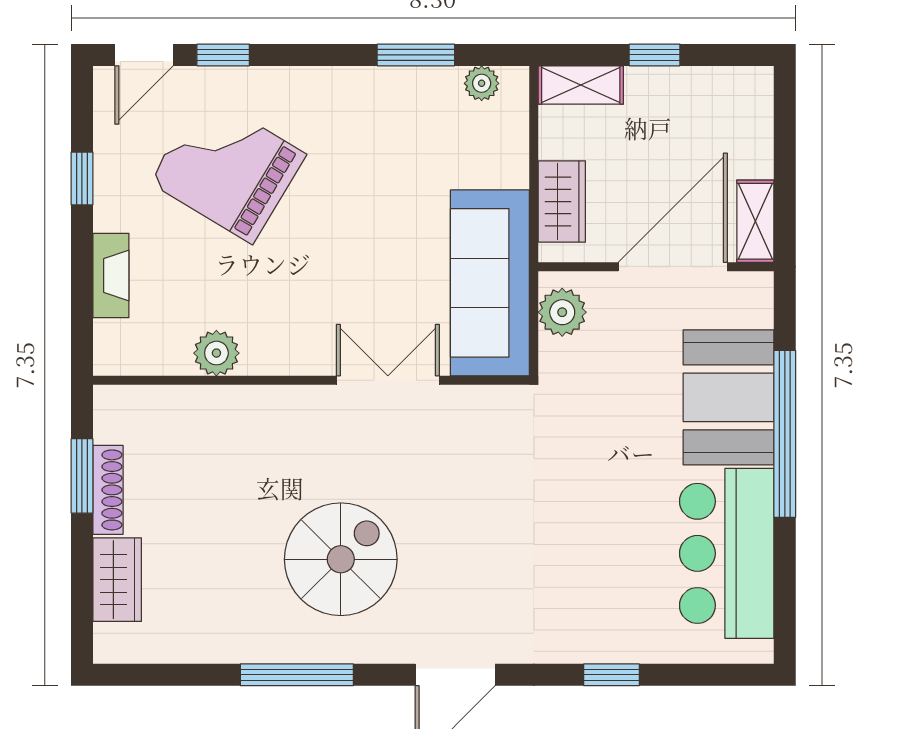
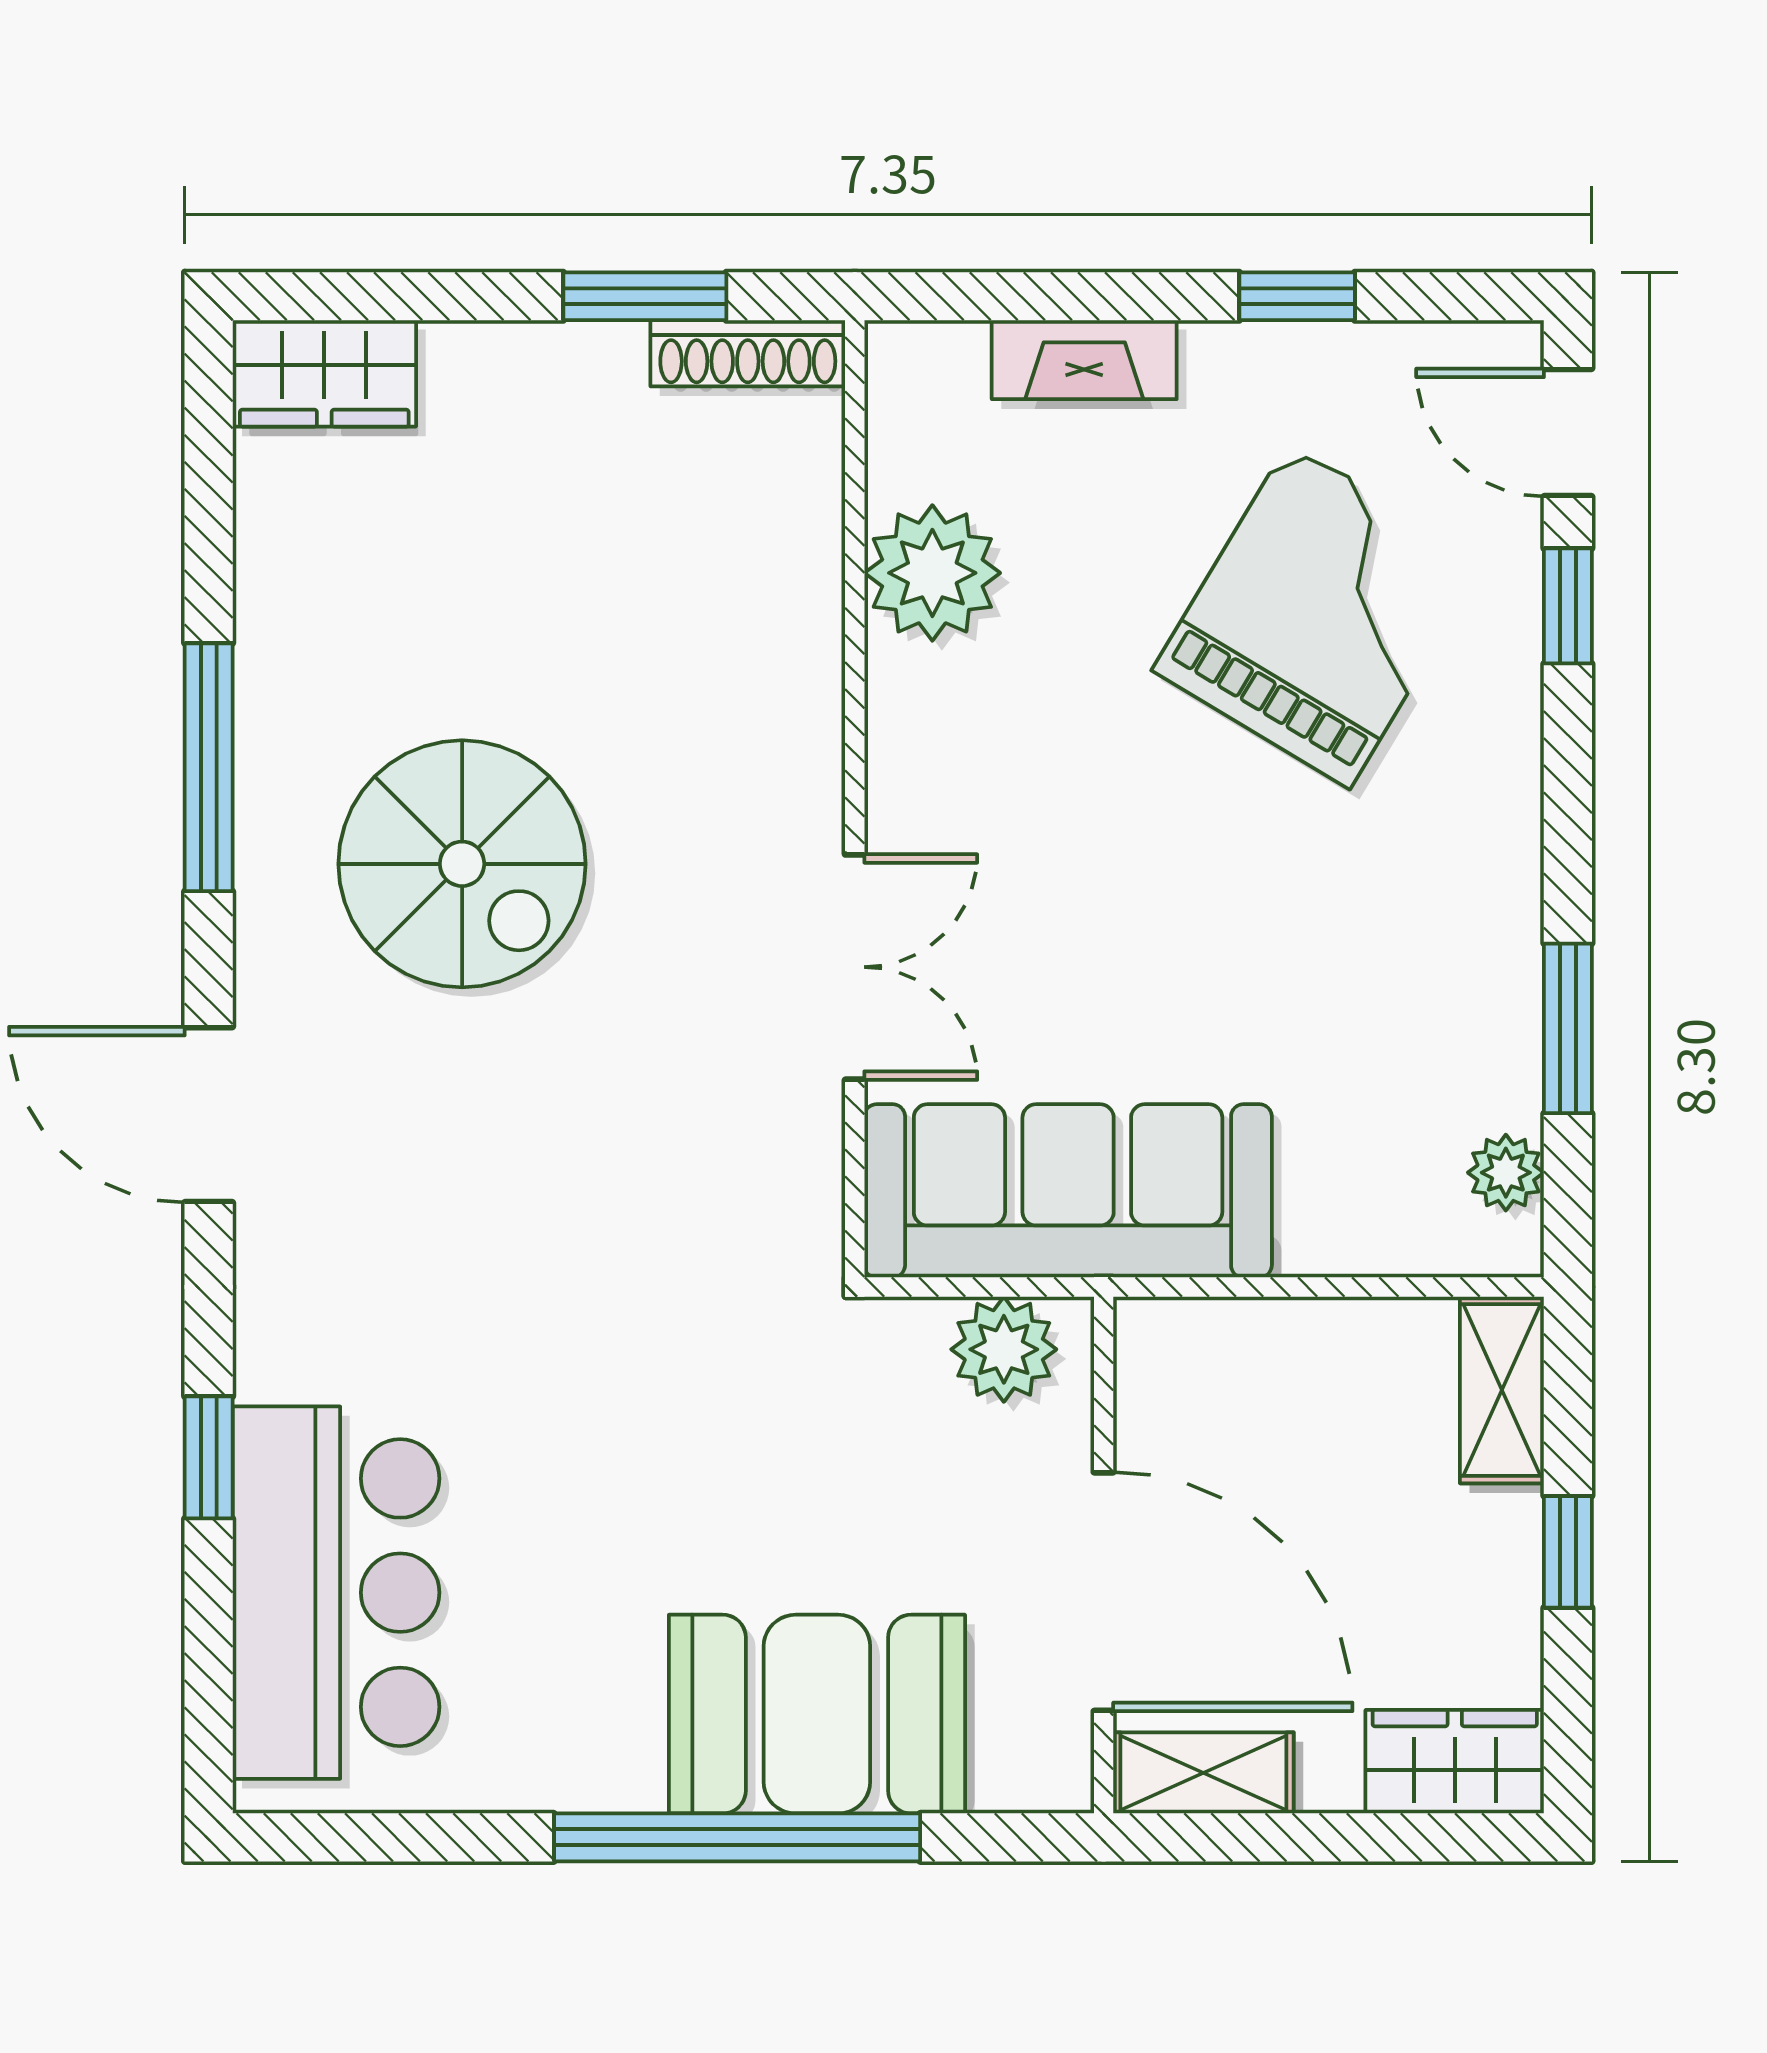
wardrobe: (562, 202) -> (1455, 1762), moved, turned 180
plant: (216, 353) -> (932, 573), width x1.36, depth x1.36
shoe rack: (108, 490) -> (748, 353), moved
bar counter: (727, 553) -> (336, 1593), moved, turned 90
wardrobe: (117, 580) -> (324, 373), moved

